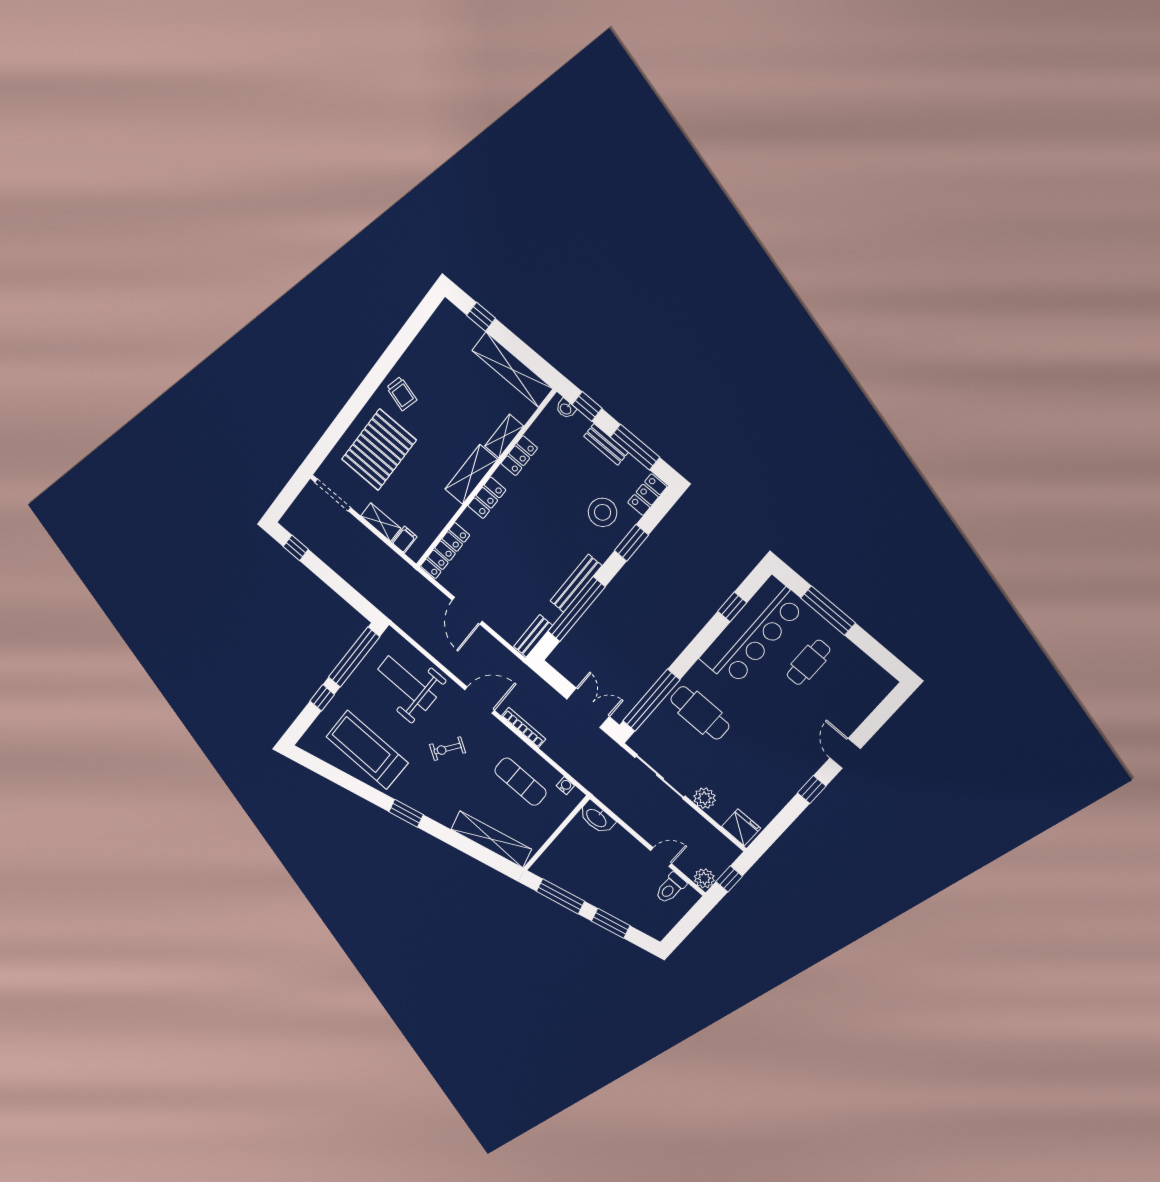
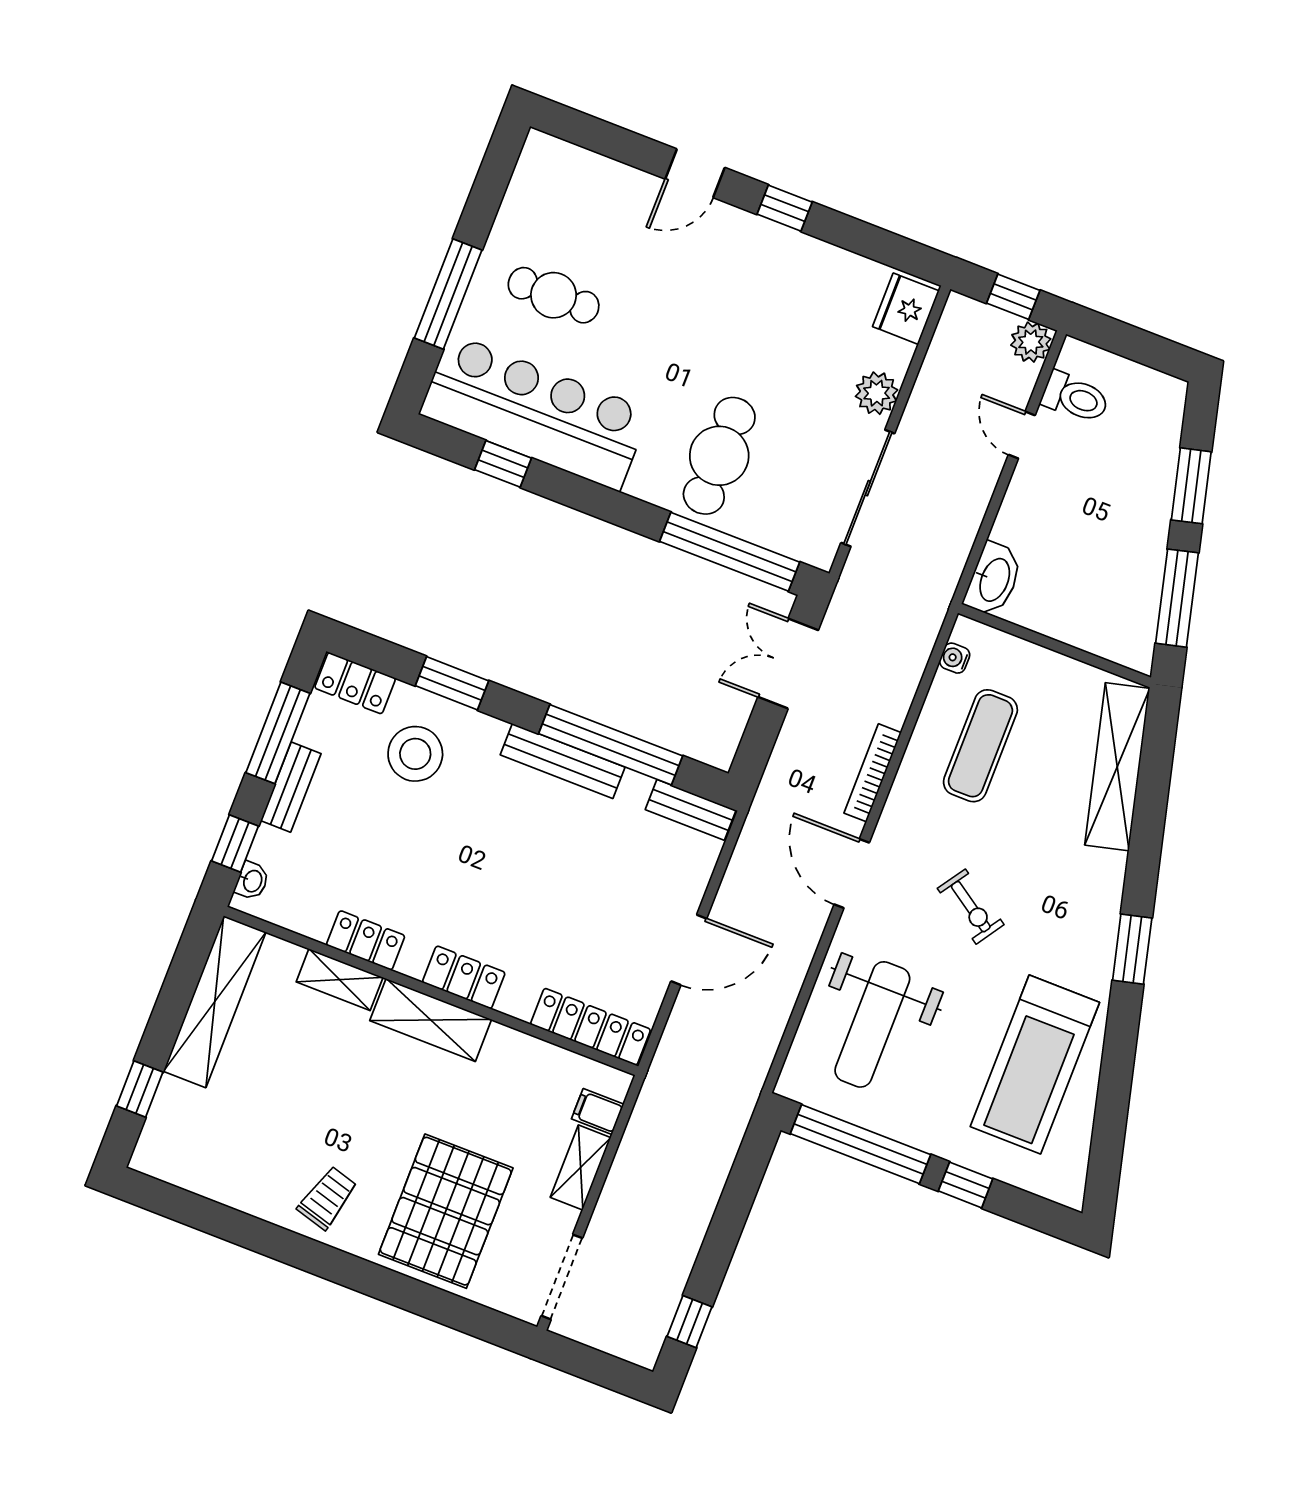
pallet: (379, 450) -> (446, 1211), turned 90

